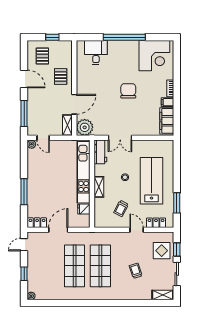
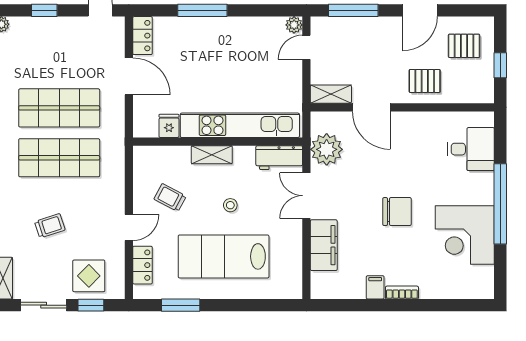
corner desk: (154, 56) -> (465, 235), moved
filing cabinet: (167, 121) -> (324, 245), moved, turned 90
plant: (85, 127) -> (327, 149), moved
lab bench: (152, 181) -> (224, 256), turned 180

